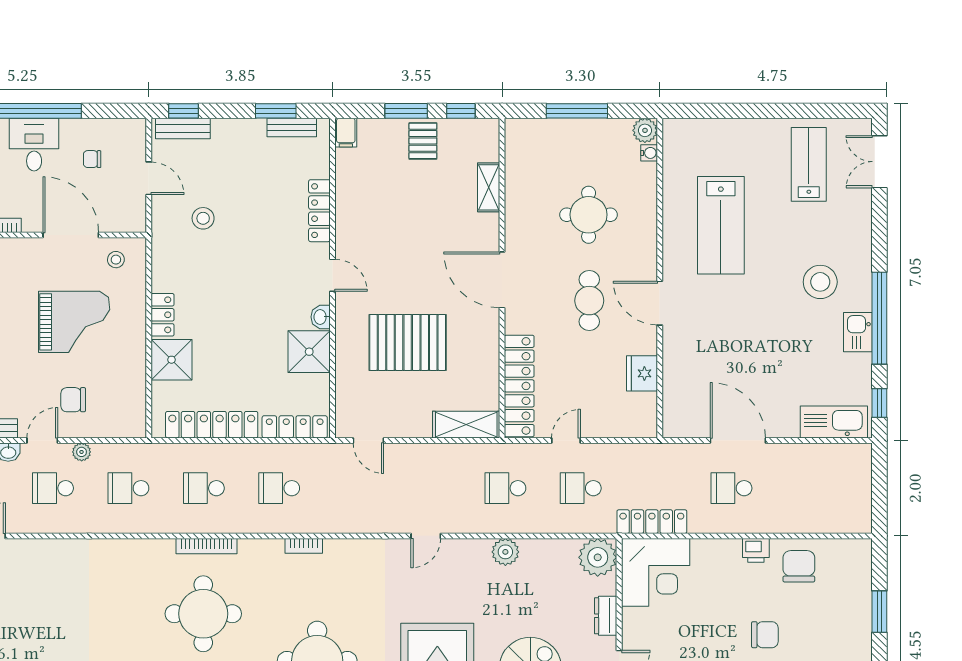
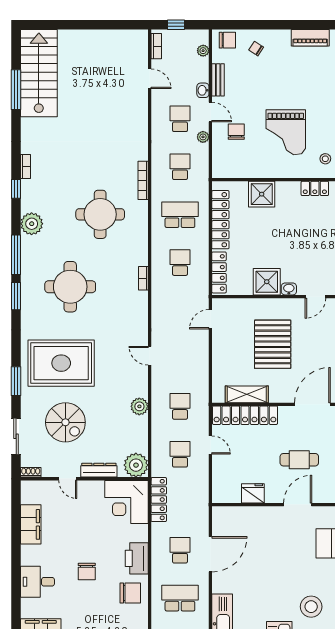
locker: (163, 315) -> (315, 188), moved
shelving: (466, 425) -> (247, 394), moved, turned 90
school desk: (204, 488) -> (180, 215), width x1.85
school desk: (807, 488) -> (180, 598), added
bookcase: (207, 546) -> (143, 180), moved
printer: (756, 550) -> (137, 558), width x1.87, depth x1.48
dresser: (606, 616) -> (99, 470), width x1.44

